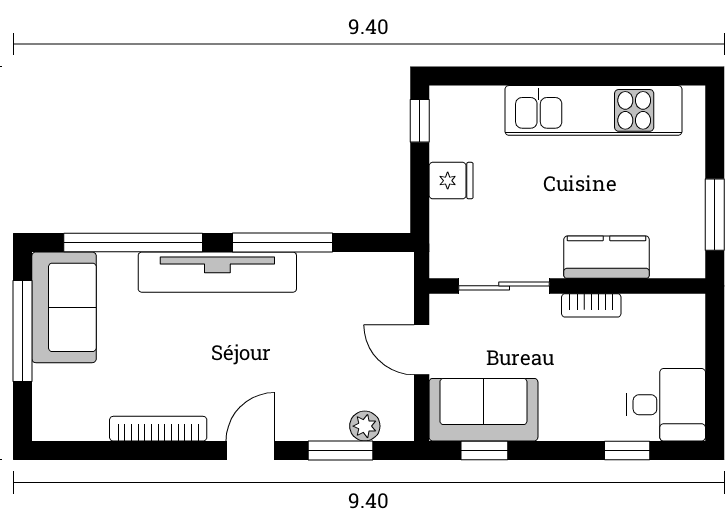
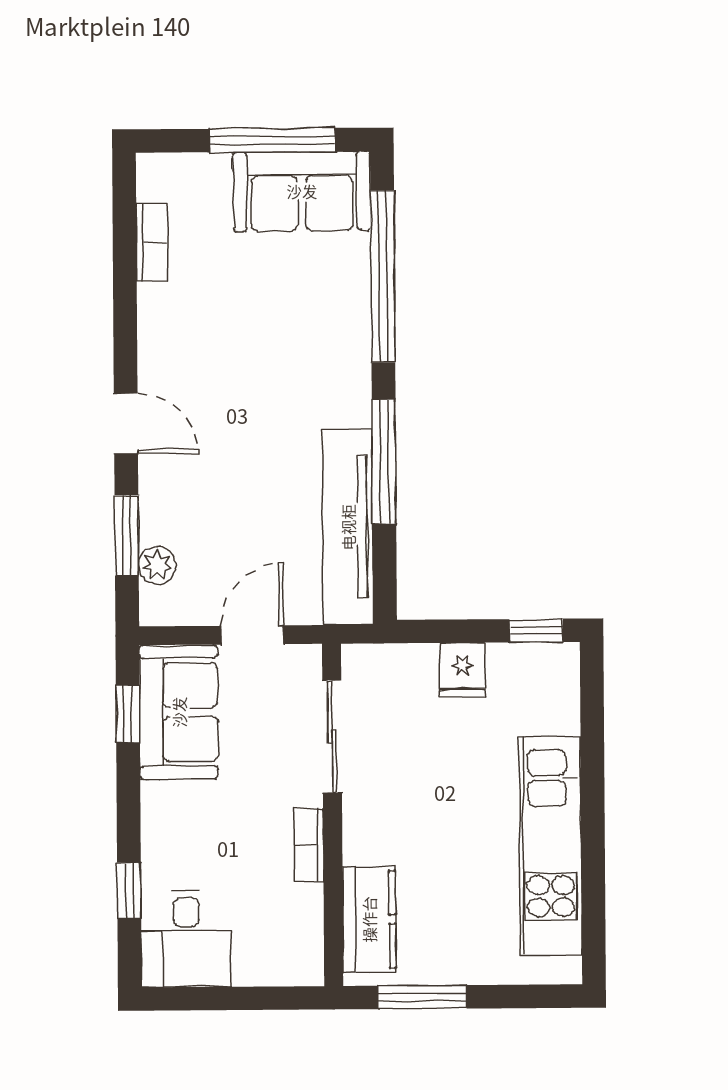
kitchen counter: (607, 257) -> (369, 919), moved
tv unit: (217, 272) -> (348, 527), moved
bookcase: (158, 429) -> (152, 243), moved, width x0.64

